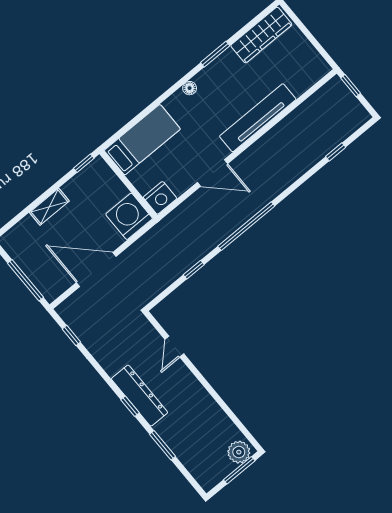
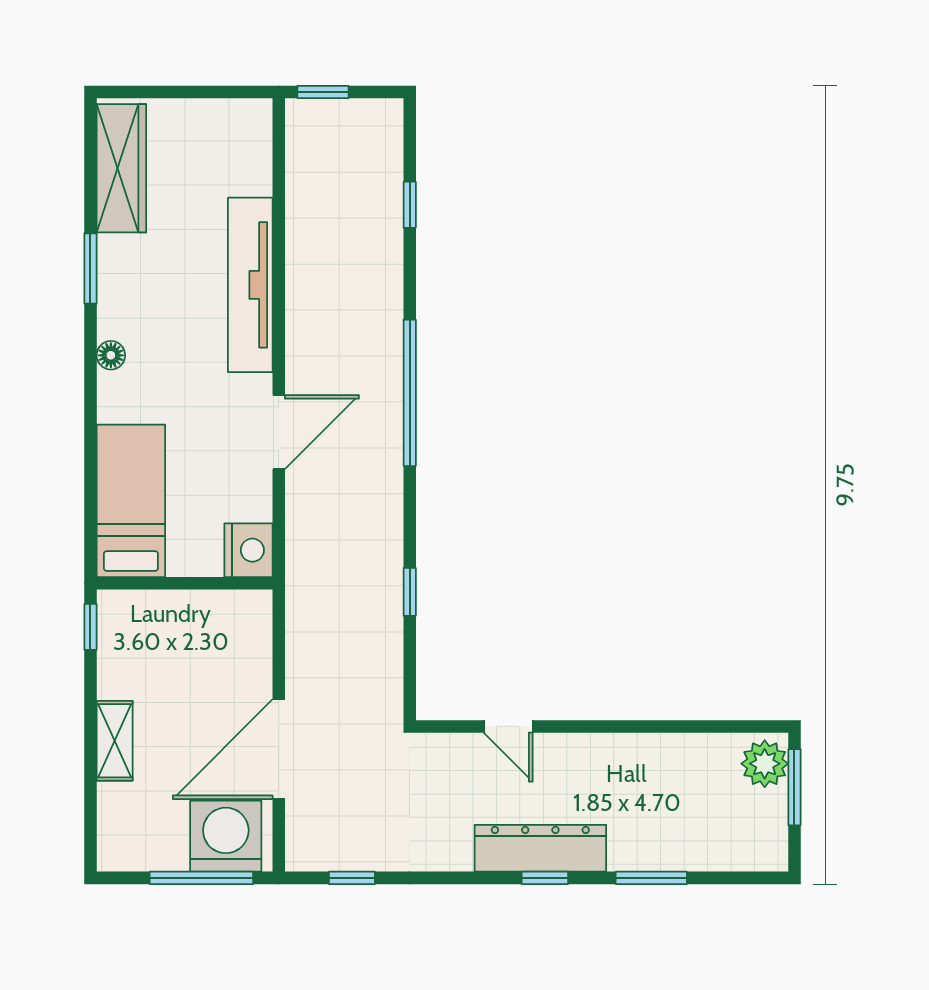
washing machine: (129, 216) -> (226, 836), moved, turned 90
window: (246, 226) -> (410, 393), moved

